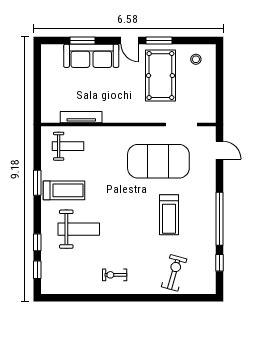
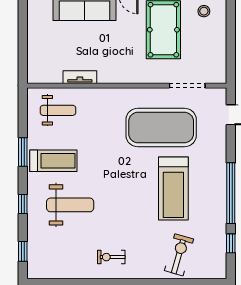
tv unit: (81, 117) -> (80, 77), width x0.71
treadmill: (169, 215) -> (173, 188), width x1.37, depth x1.38
window: (37, 242) -> (23, 204), moved

